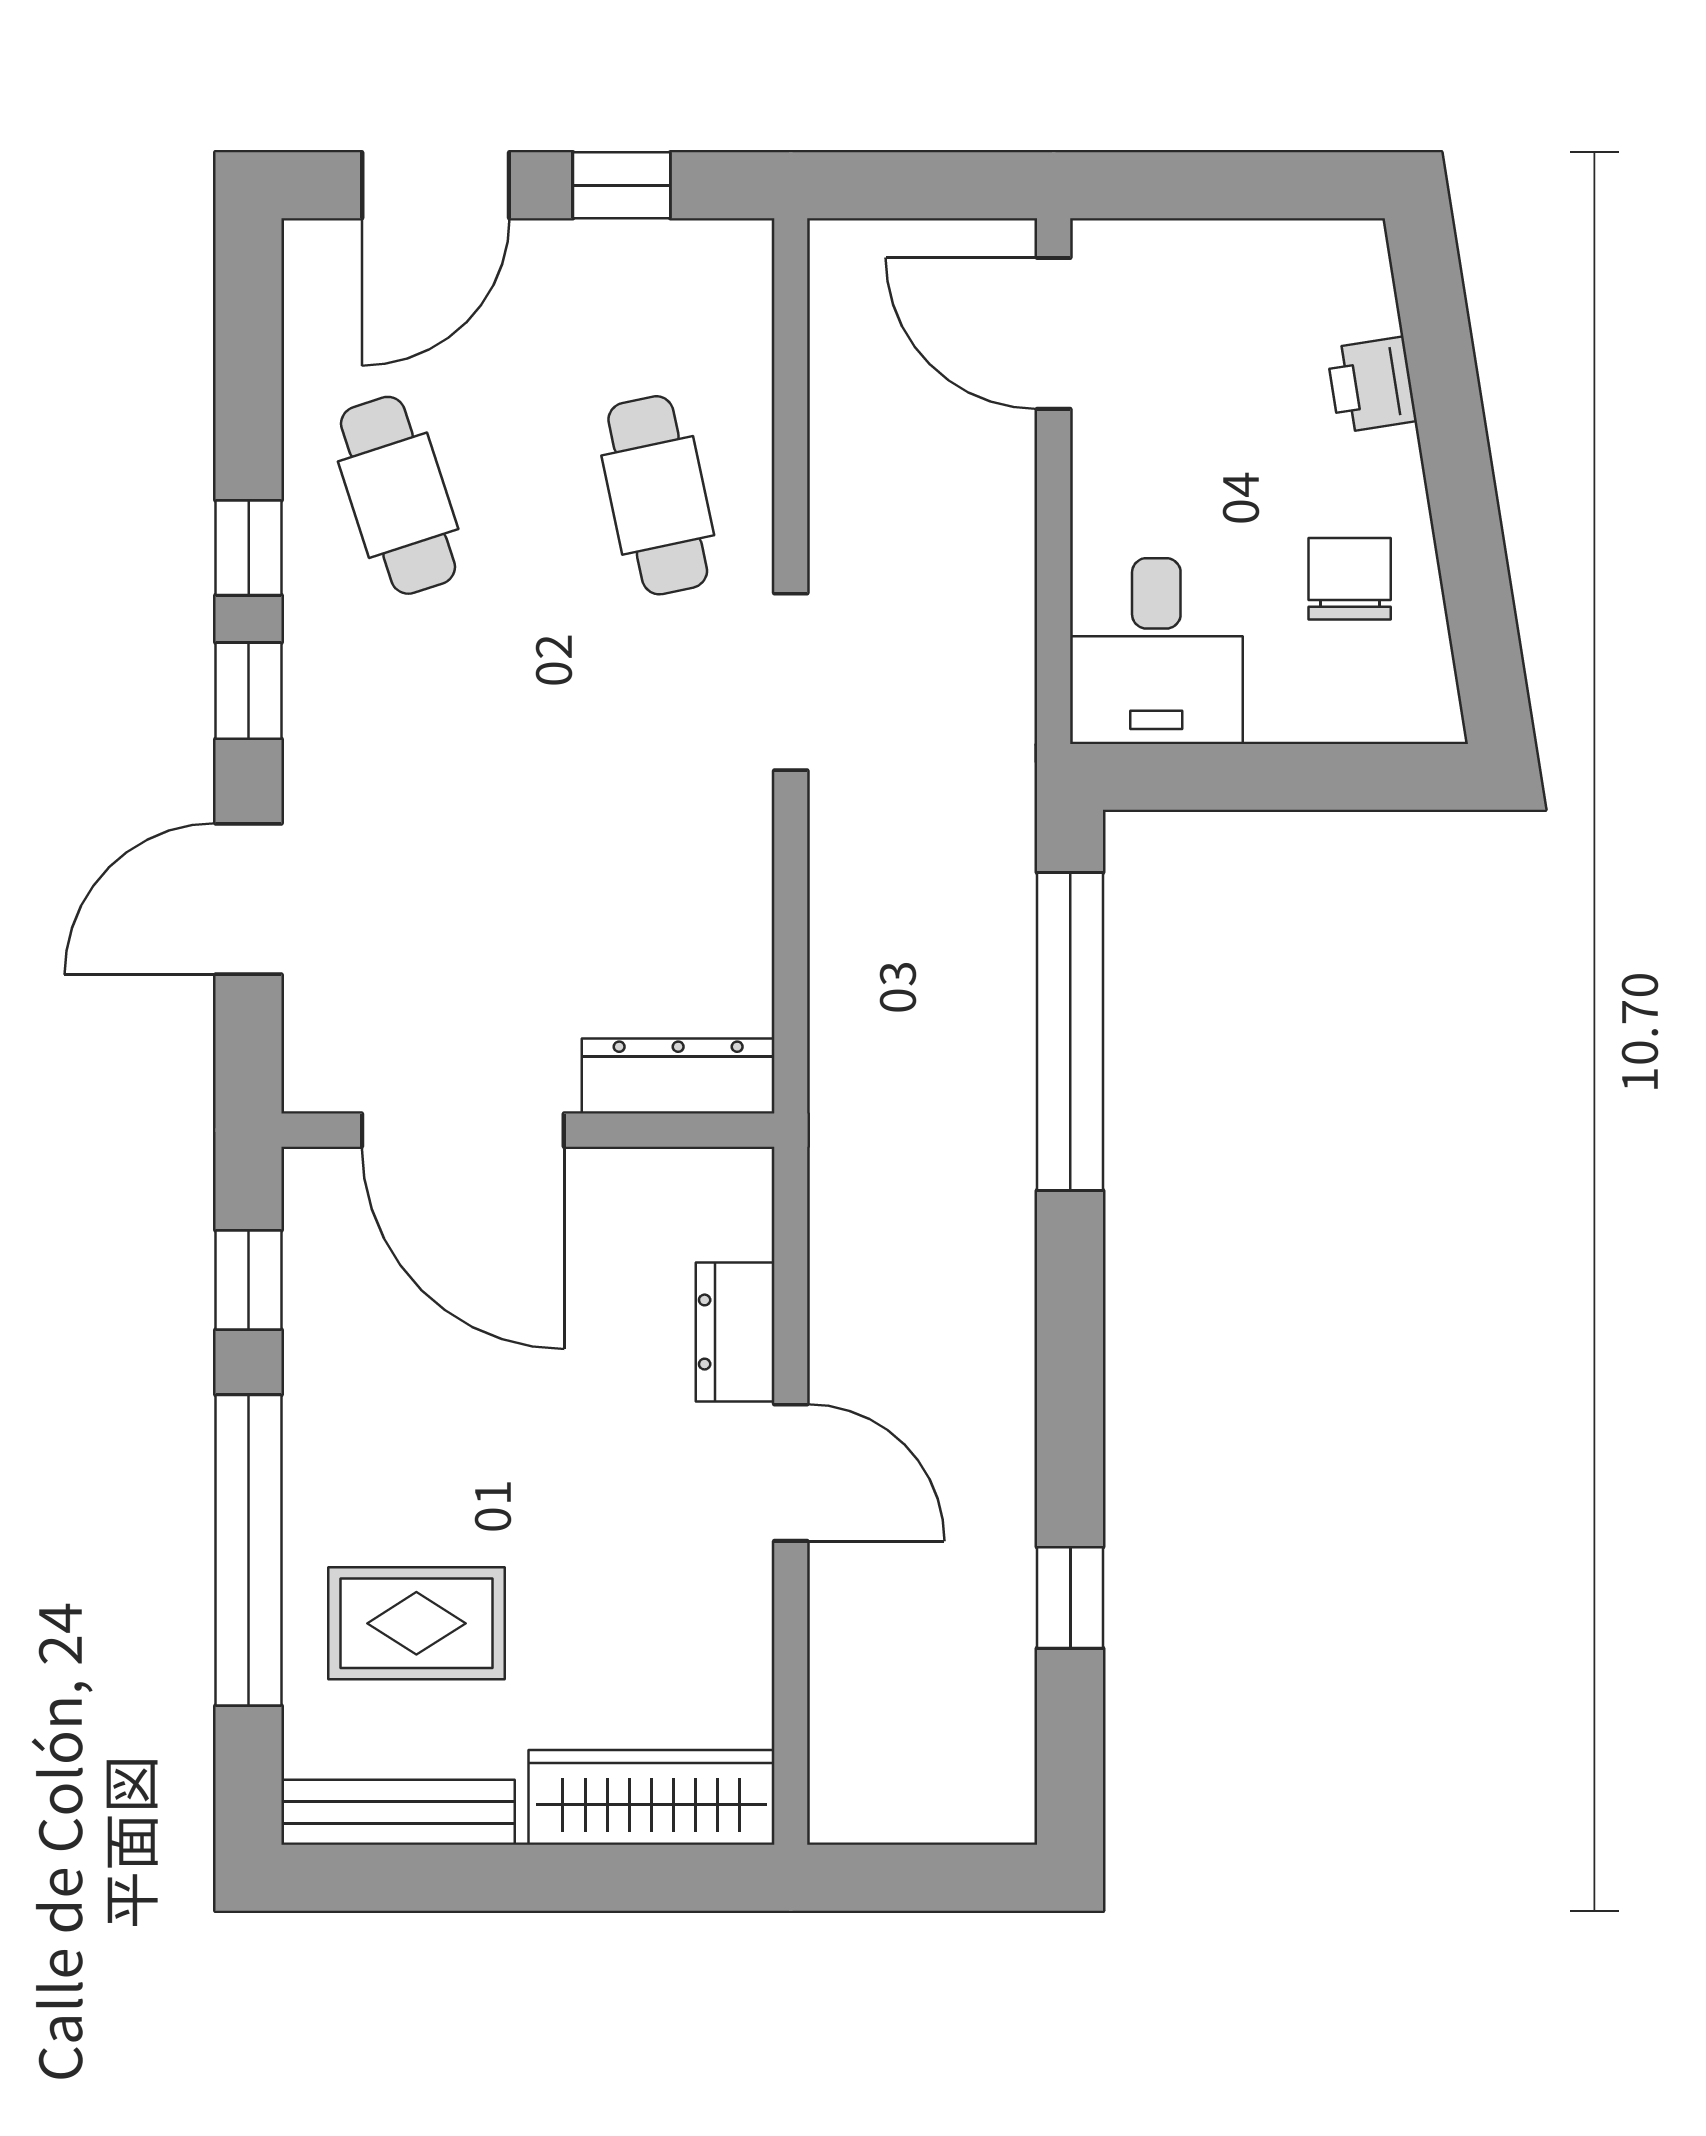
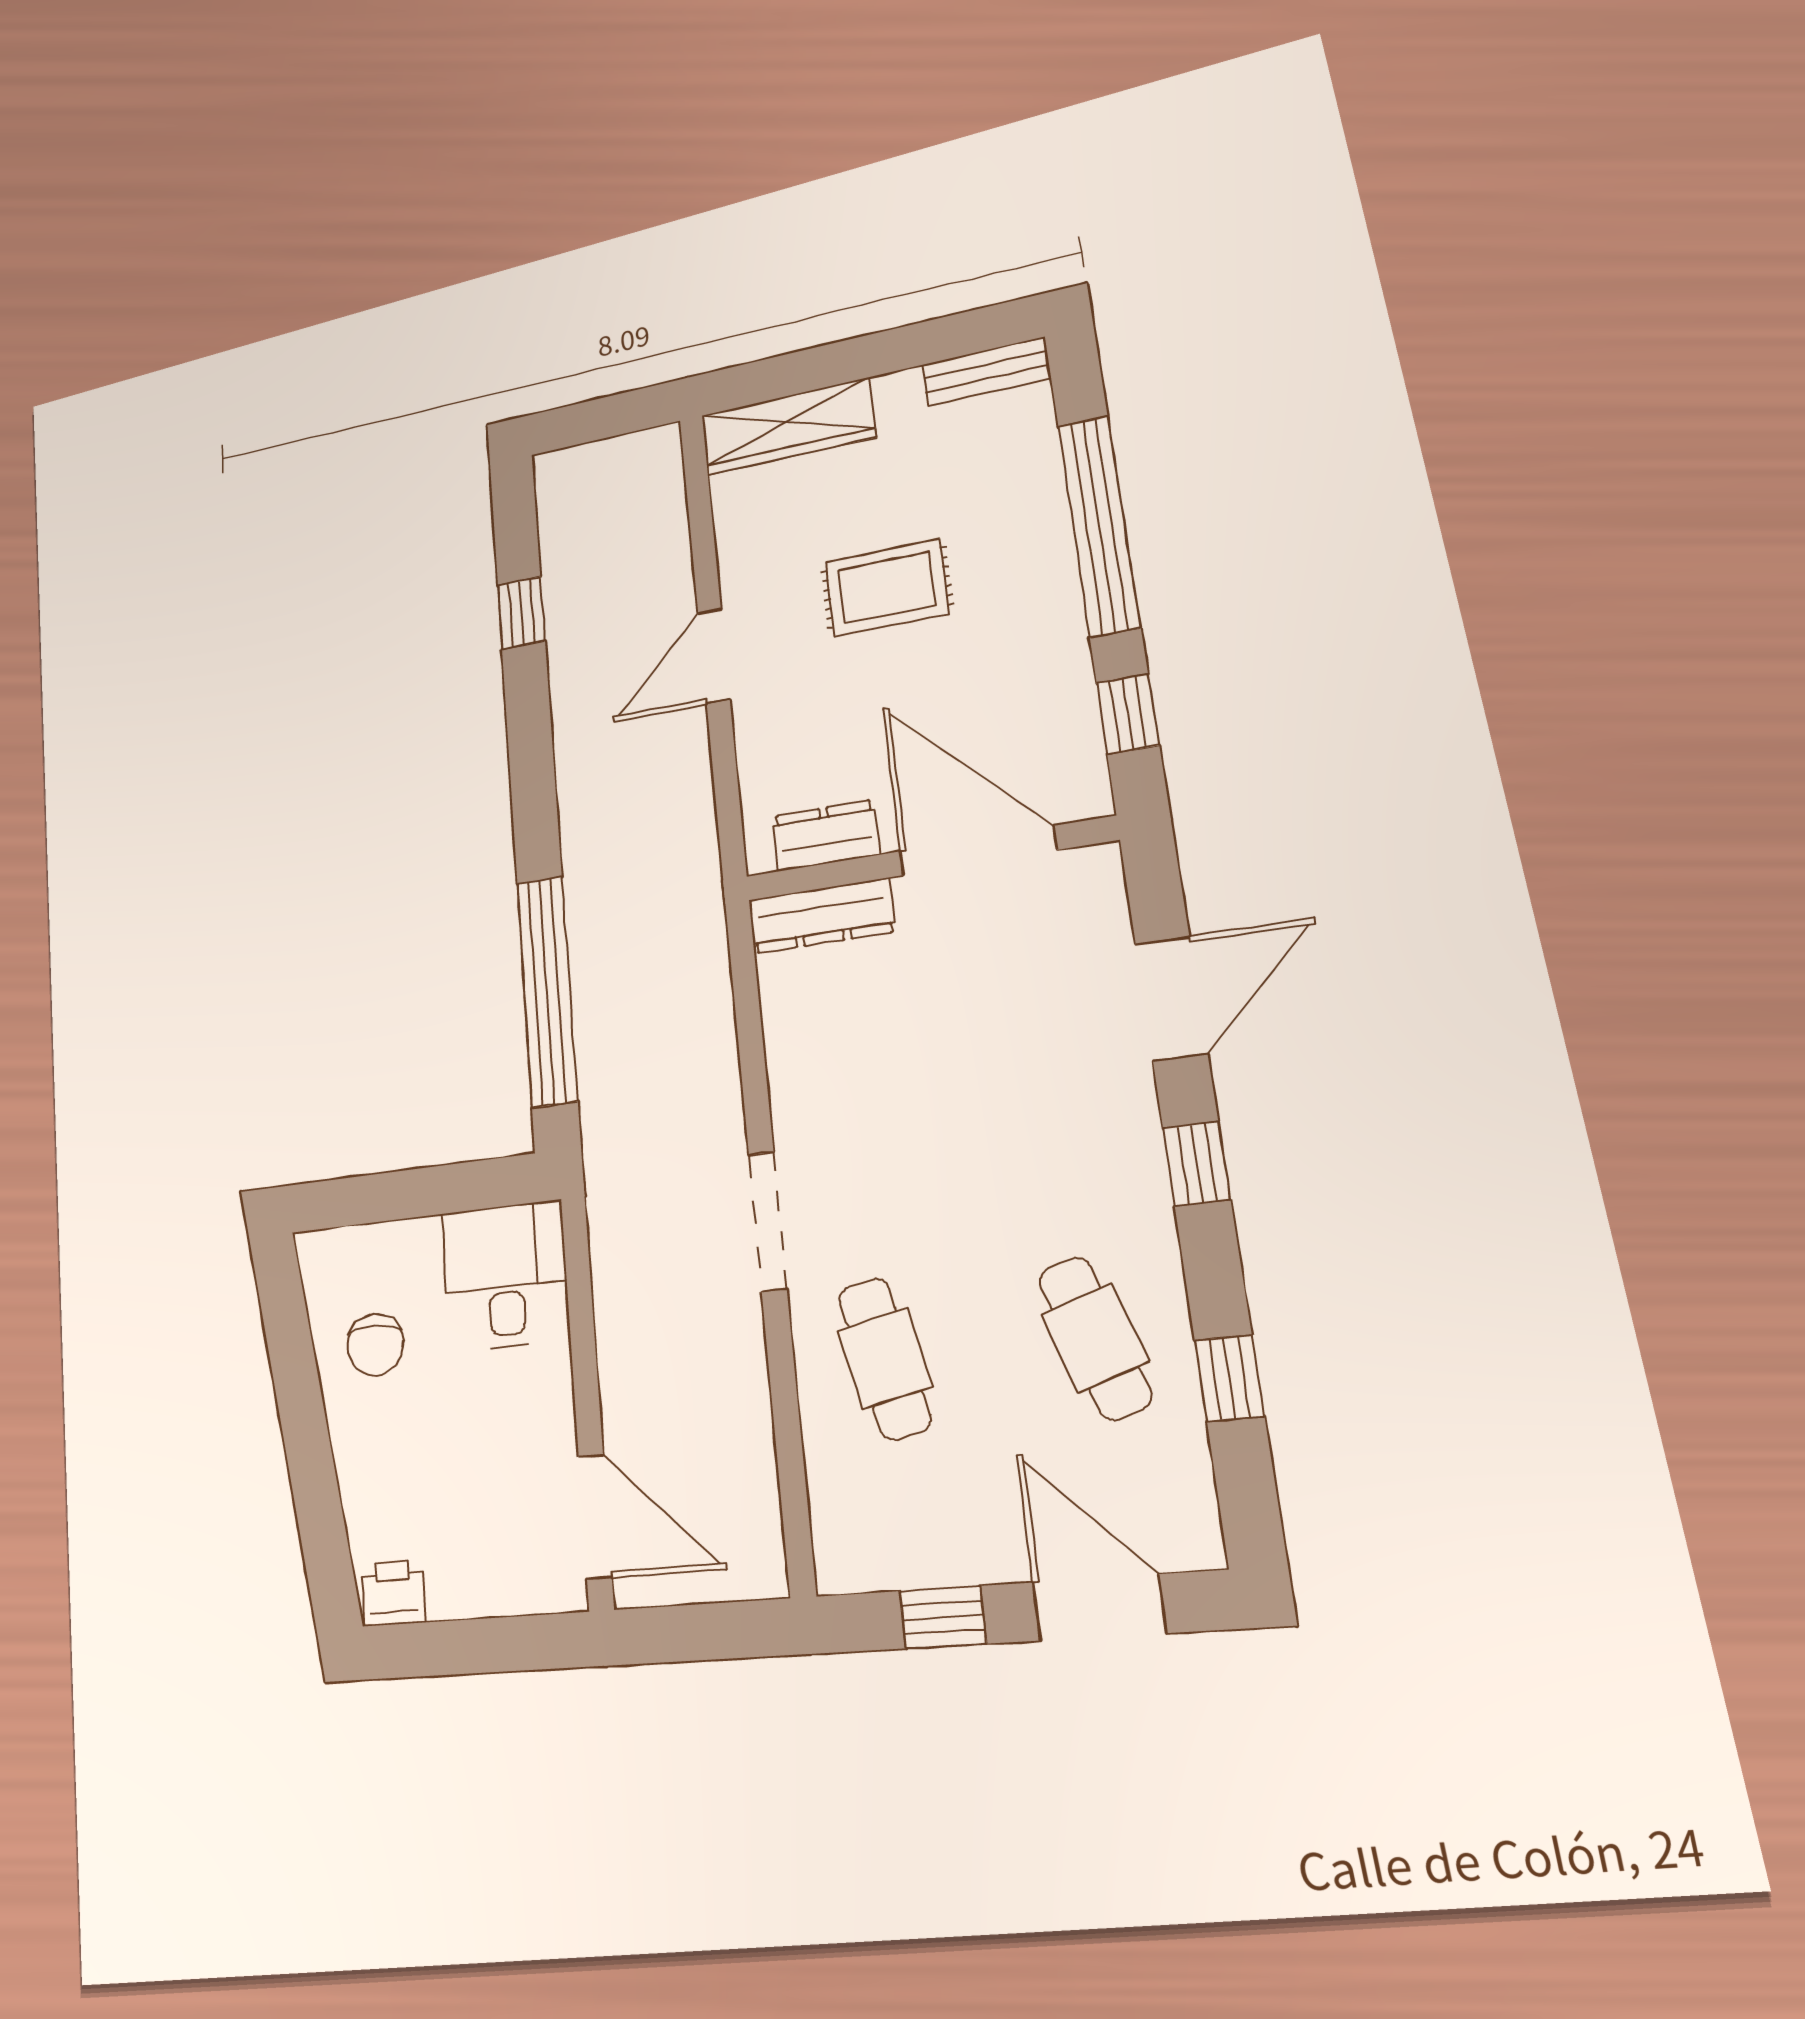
door: (436, 185) -> (1099, 1608), hinge flipped
printer: (1372, 385) -> (393, 1593), moved, turned -81
window: (249, 548) -> (1229, 1378), moved
dresser: (735, 1332) -> (826, 835), moved, turned -90
door: (791, 1473) -> (714, 656), hinge flipped
rug: (416, 1623) -> (887, 588), moved
bench: (398, 1812) -> (986, 372), width x0.73

